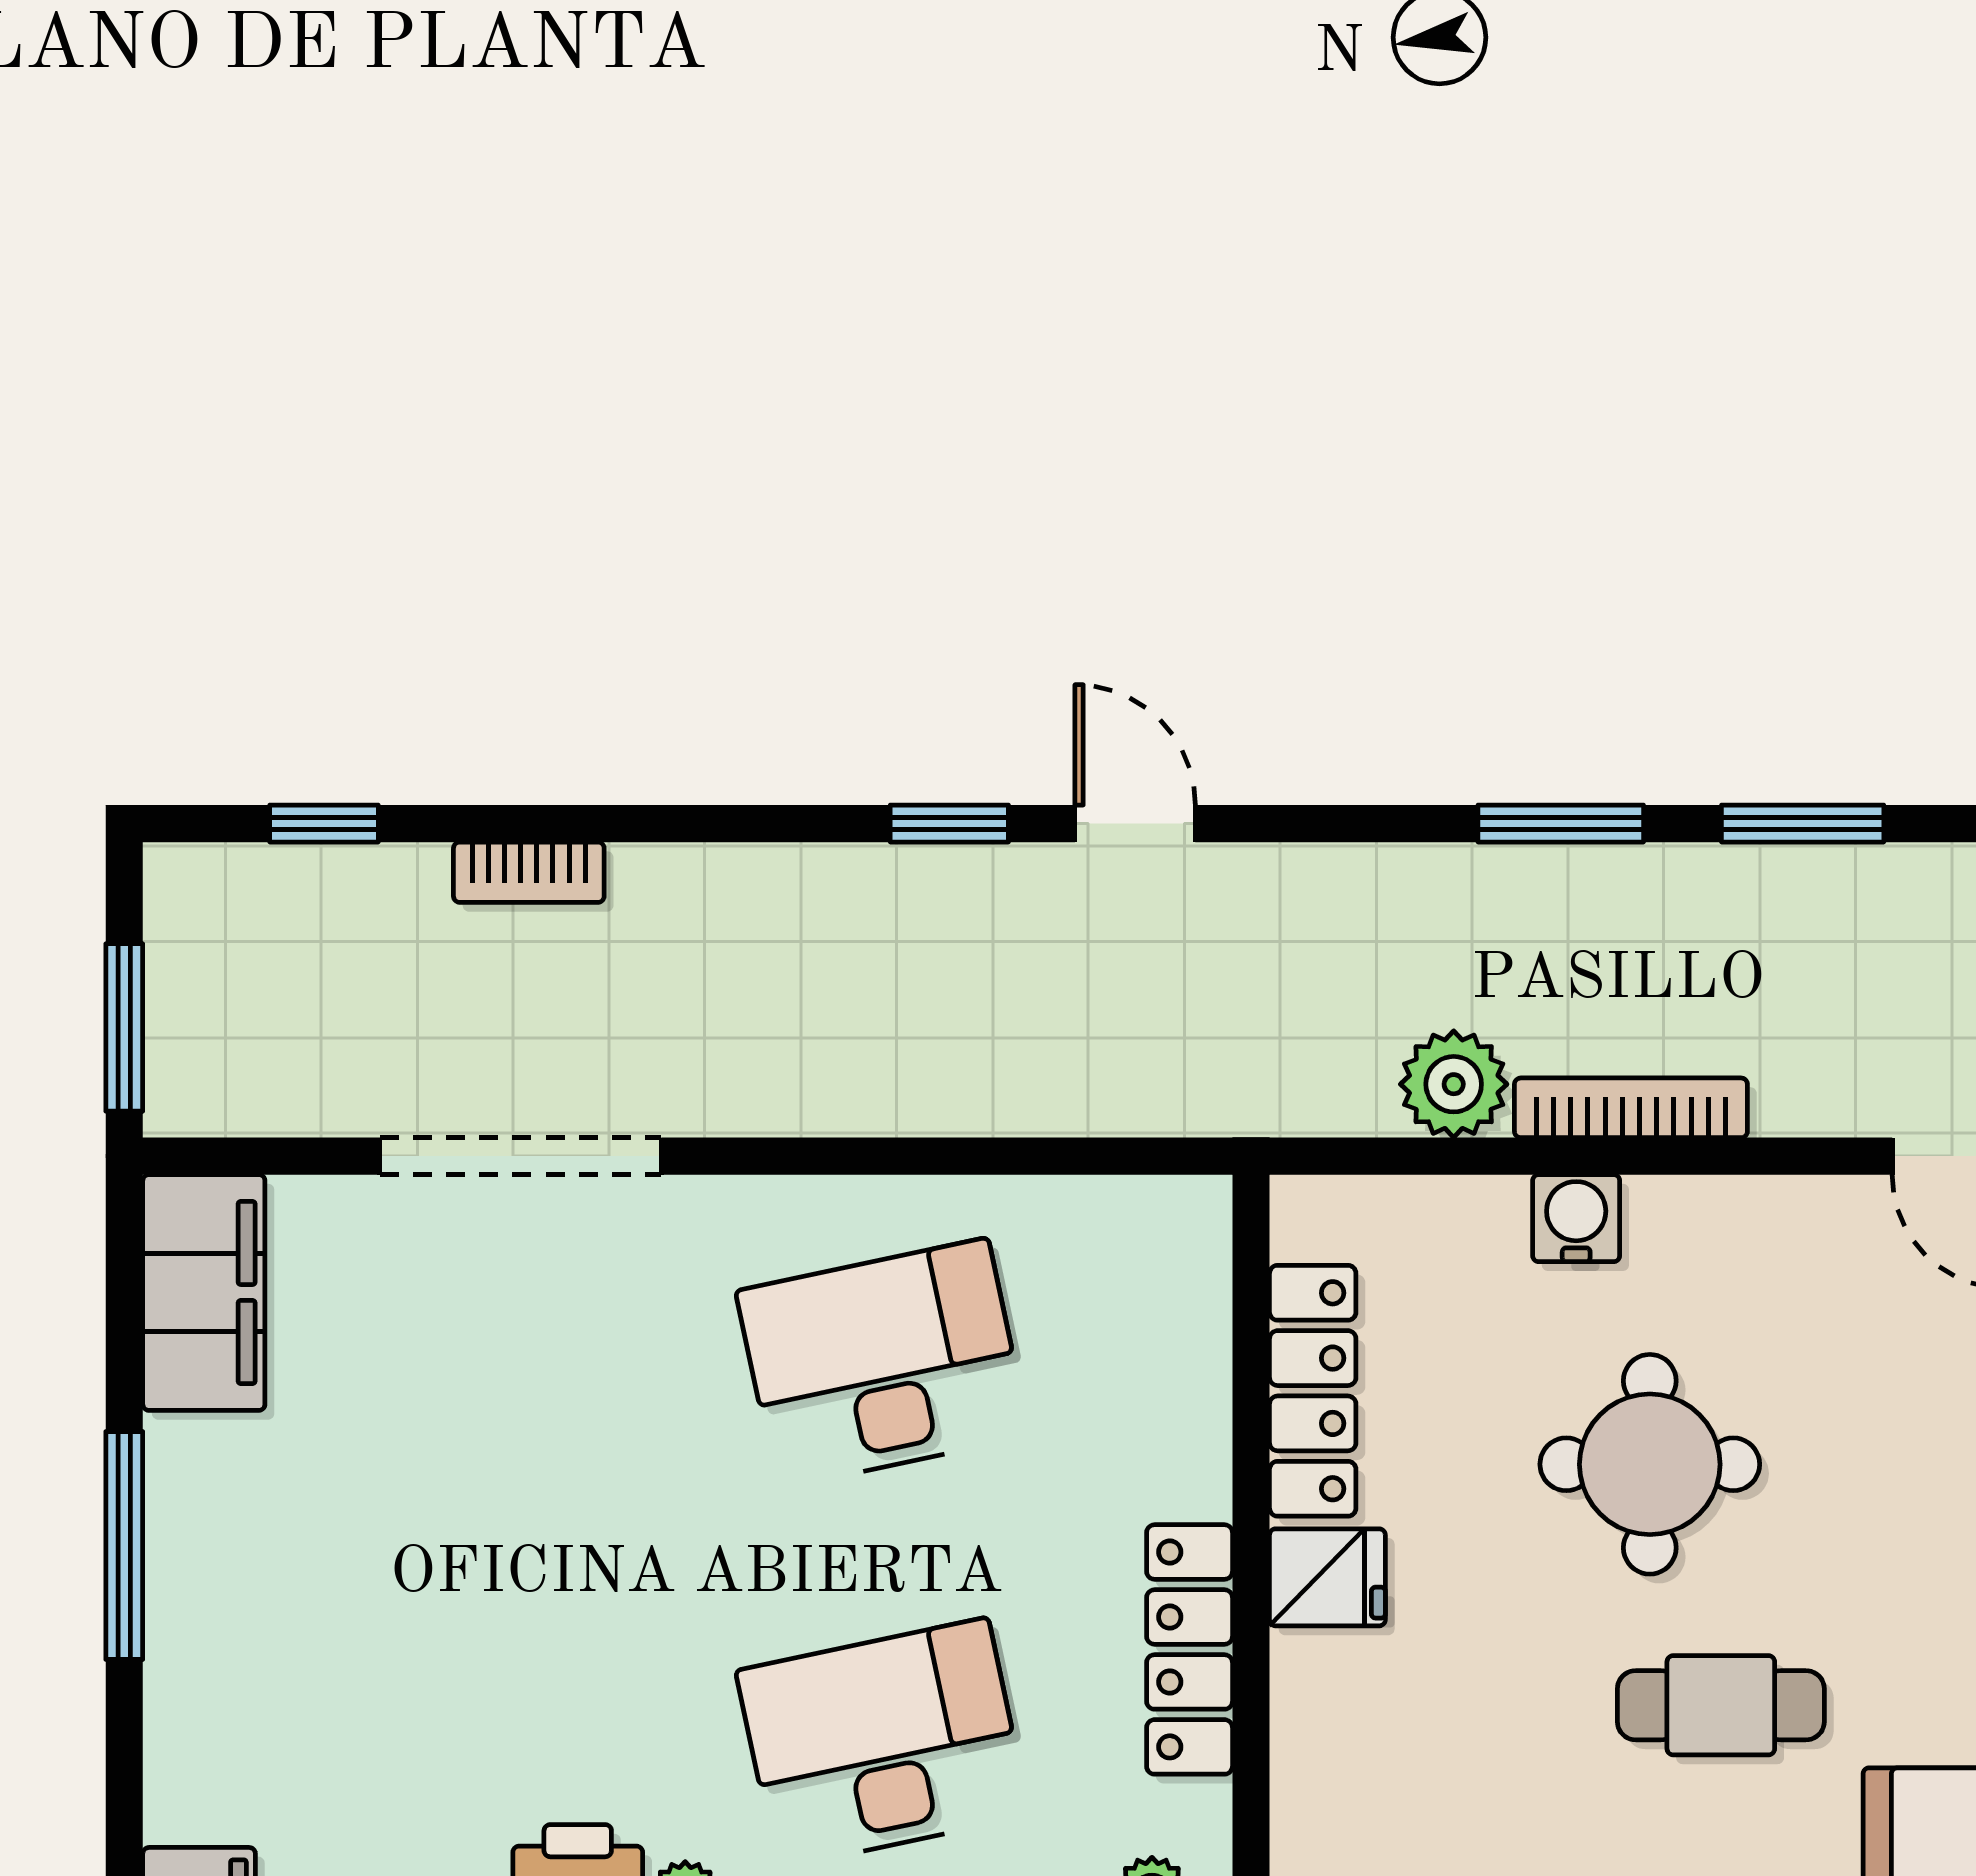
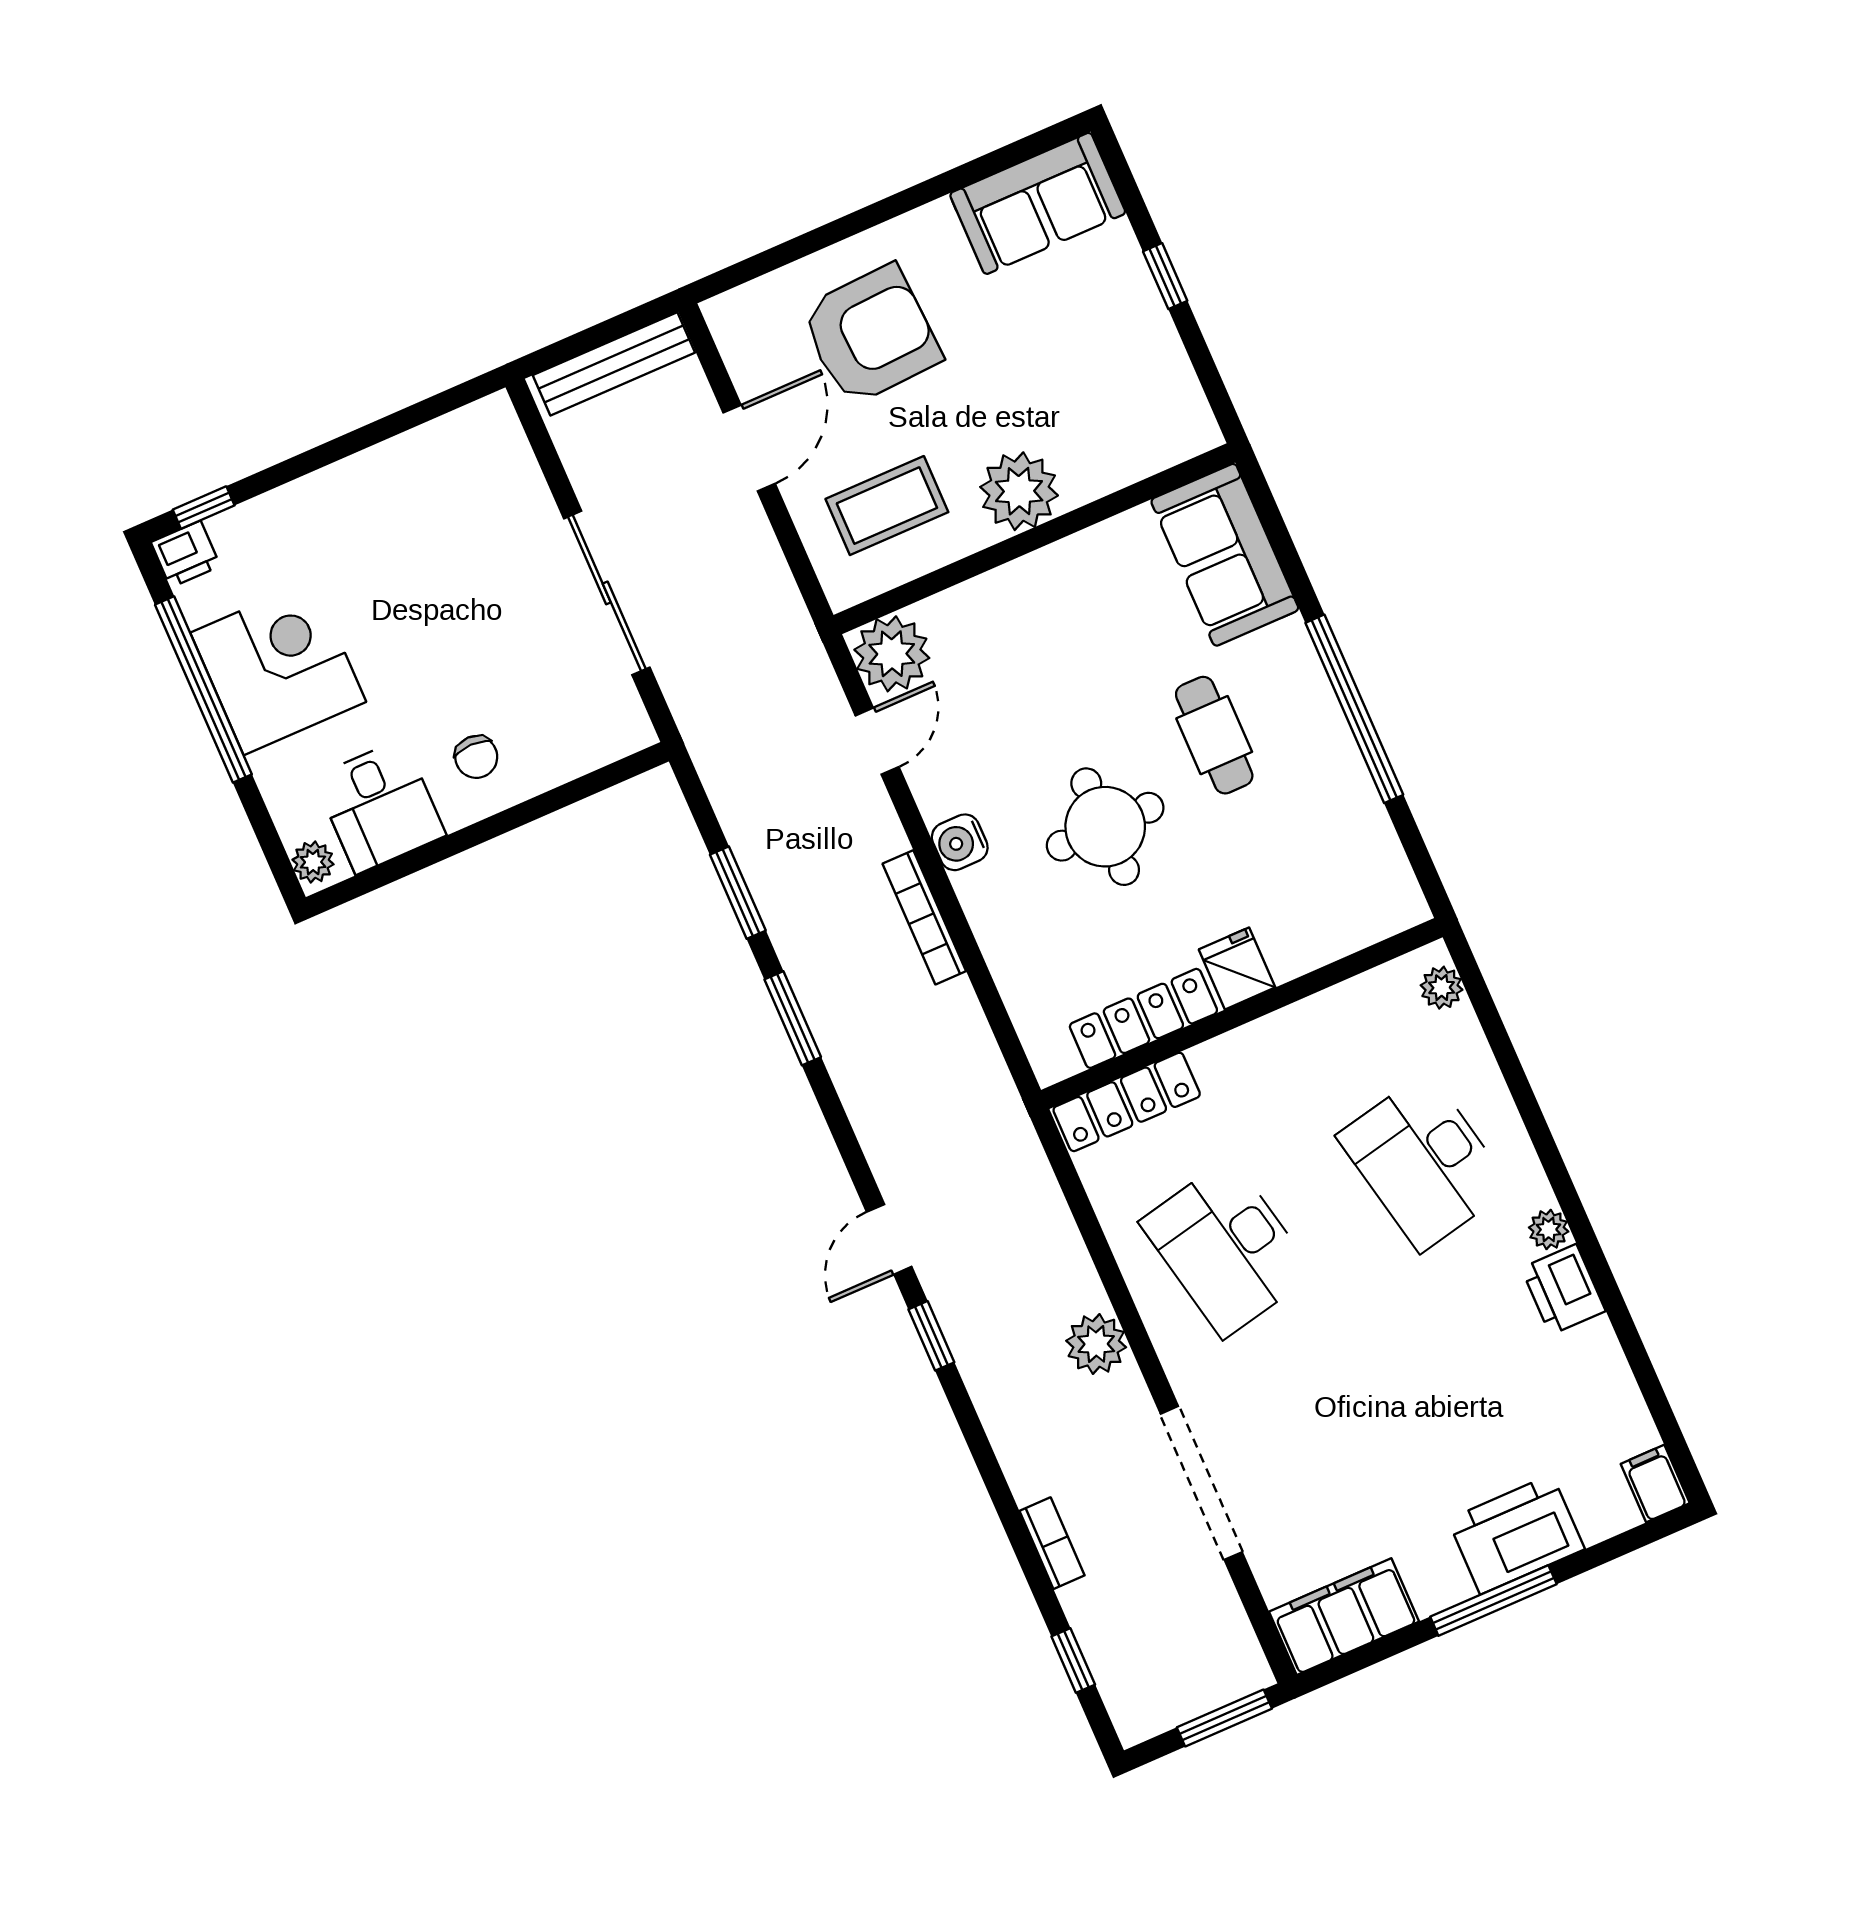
plant: (1454, 1084) -> (1096, 1344), moved
water cooler: (1576, 1218) -> (960, 842), moved
printer: (215, 1629) -> (1516, 1534), added
locker: (1190, 1649) -> (1127, 1102), moved

